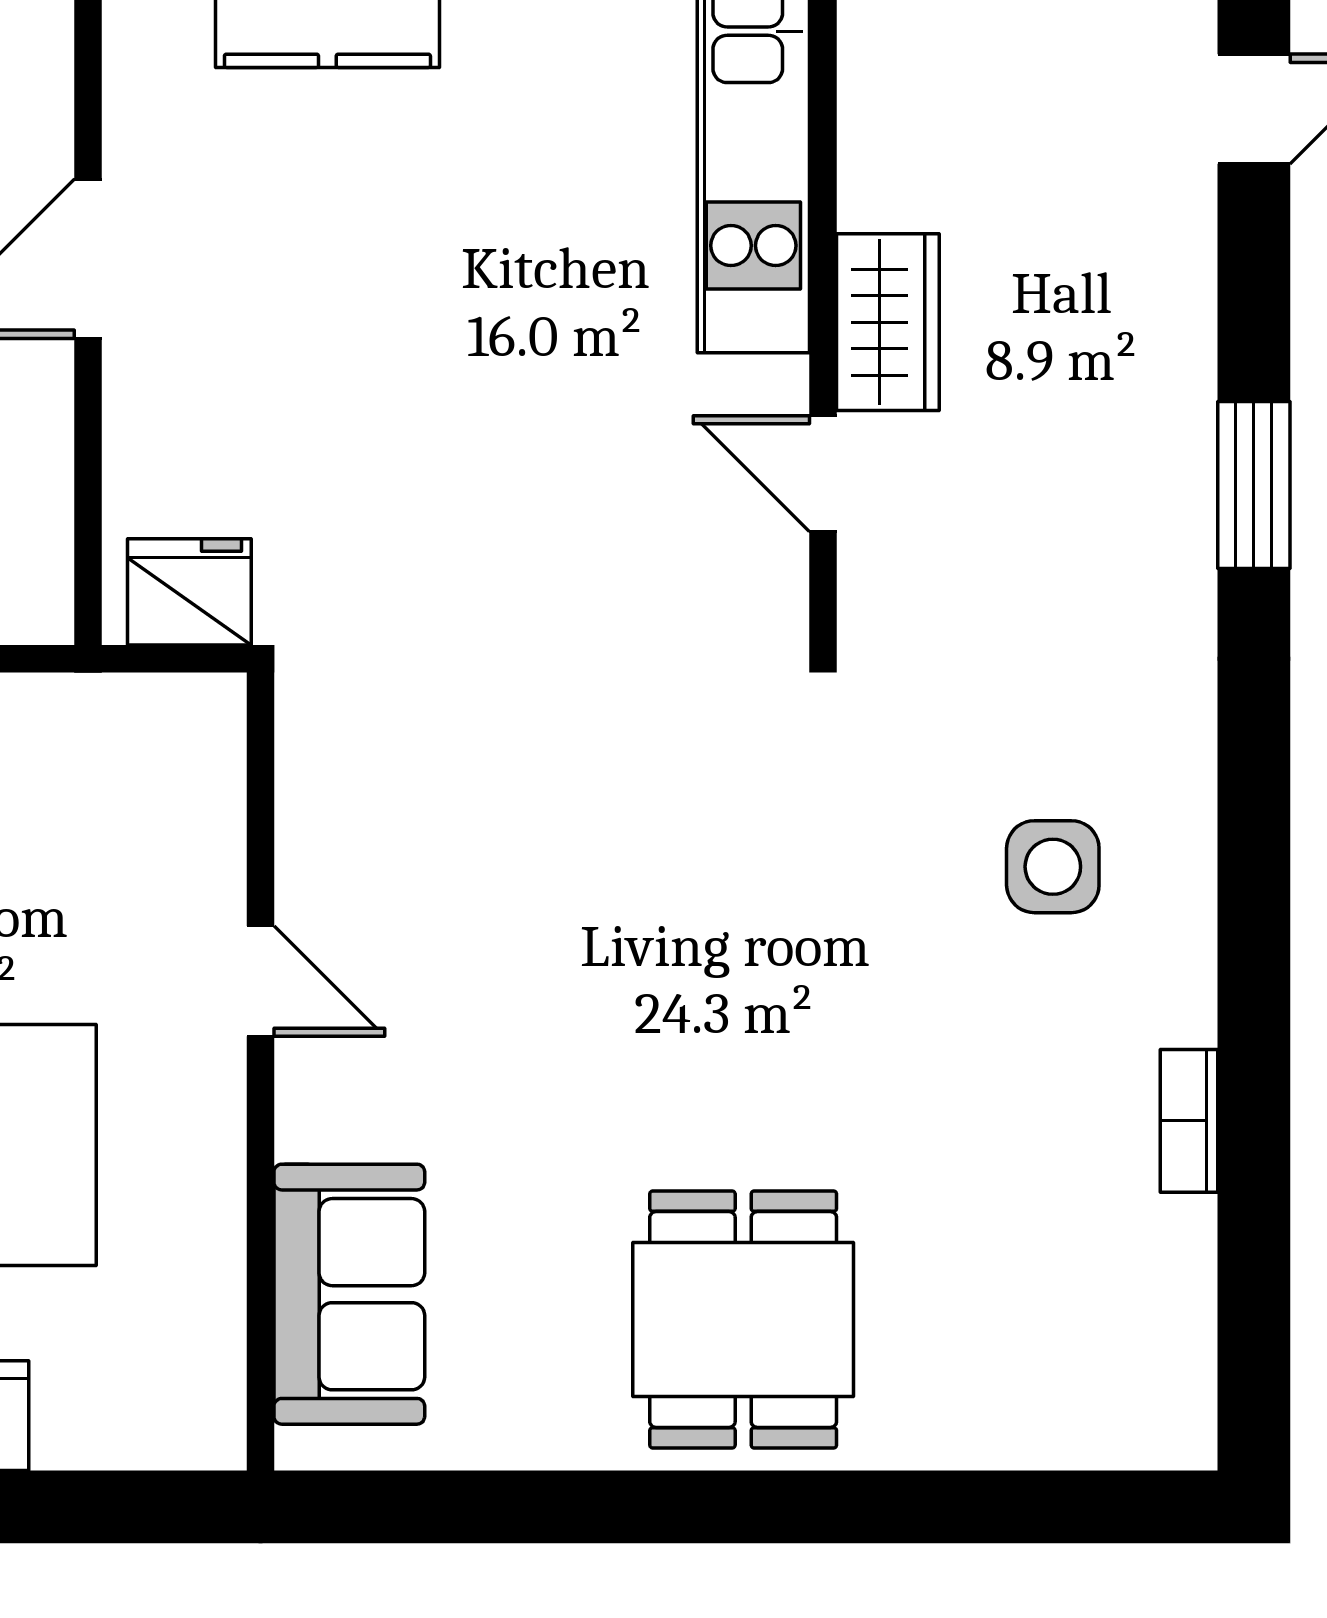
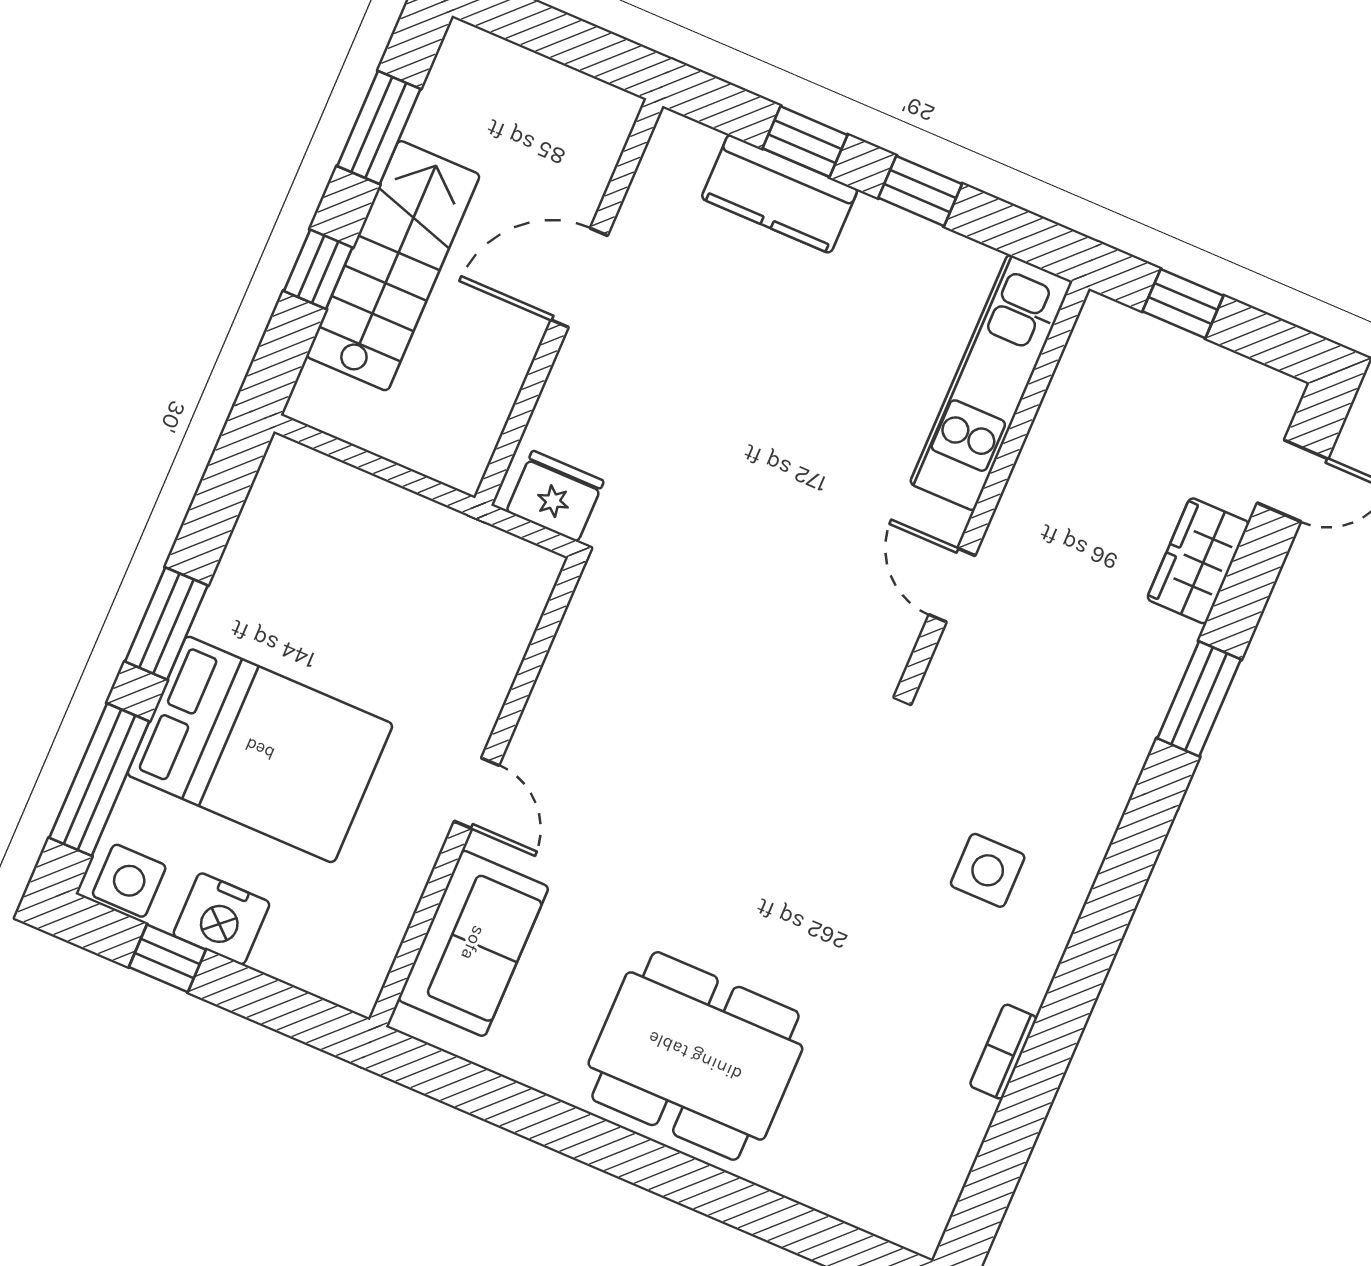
wardrobe: (888, 322) -> (1198, 561), moved, turned 180
door: (260, 981) -> (477, 793), moved
dining table: (743, 1319) -> (695, 1056), width x1.38

